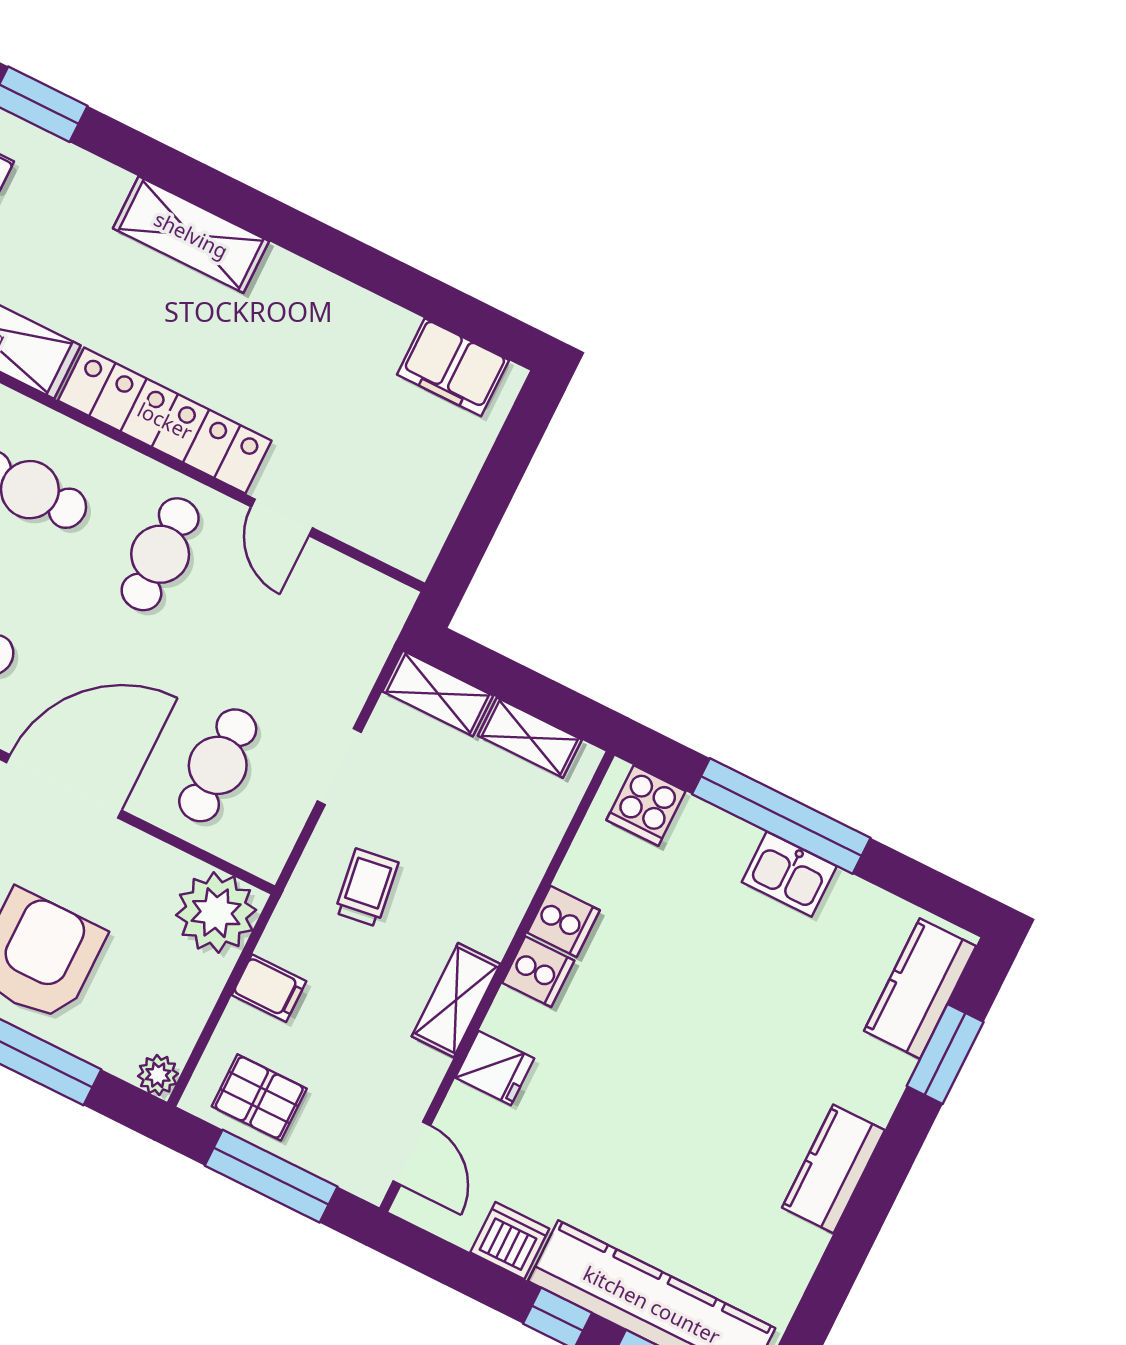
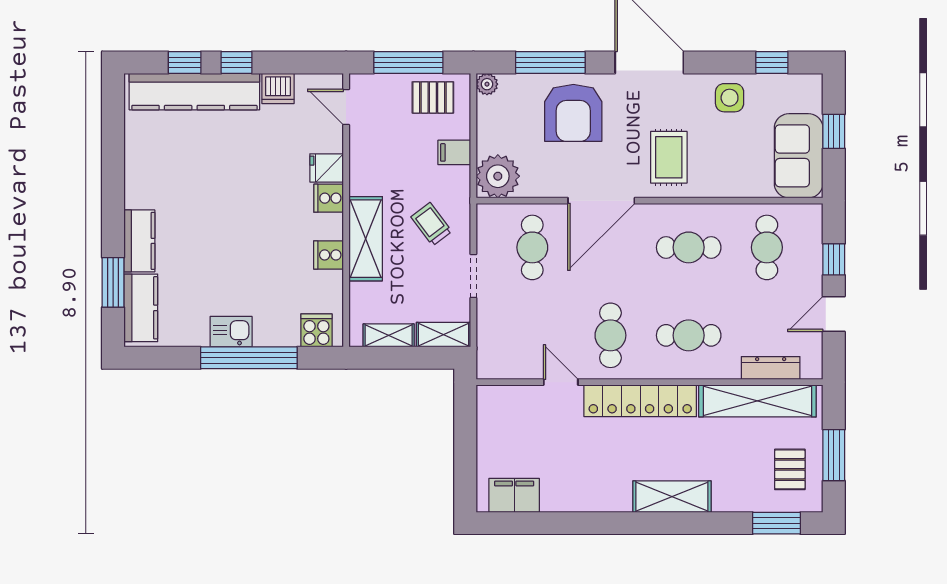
trolley: (367, 888) -> (431, 224), turned 151
cooker: (538, 972) -> (329, 198), moved
shelving: (456, 1000) -> (366, 239), moved, width x1.50, depth x1.33
kitchen counter: (833, 1169) -> (139, 241), moved

